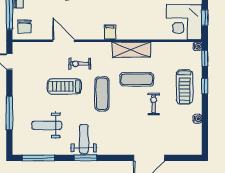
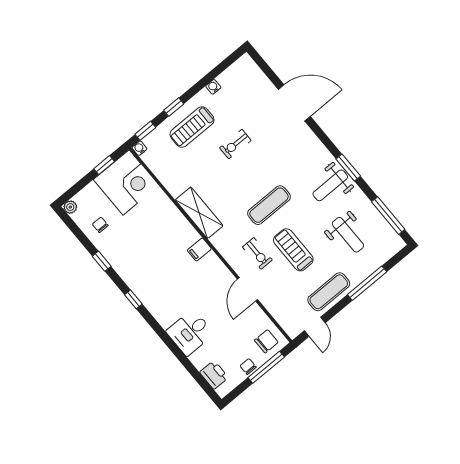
exercise mat: (137, 79) -> (329, 292), moved, turned 90
treadmill: (64, 86) -> (293, 250), turned 180
treadmill: (184, 87) -> (192, 127), turned 180

